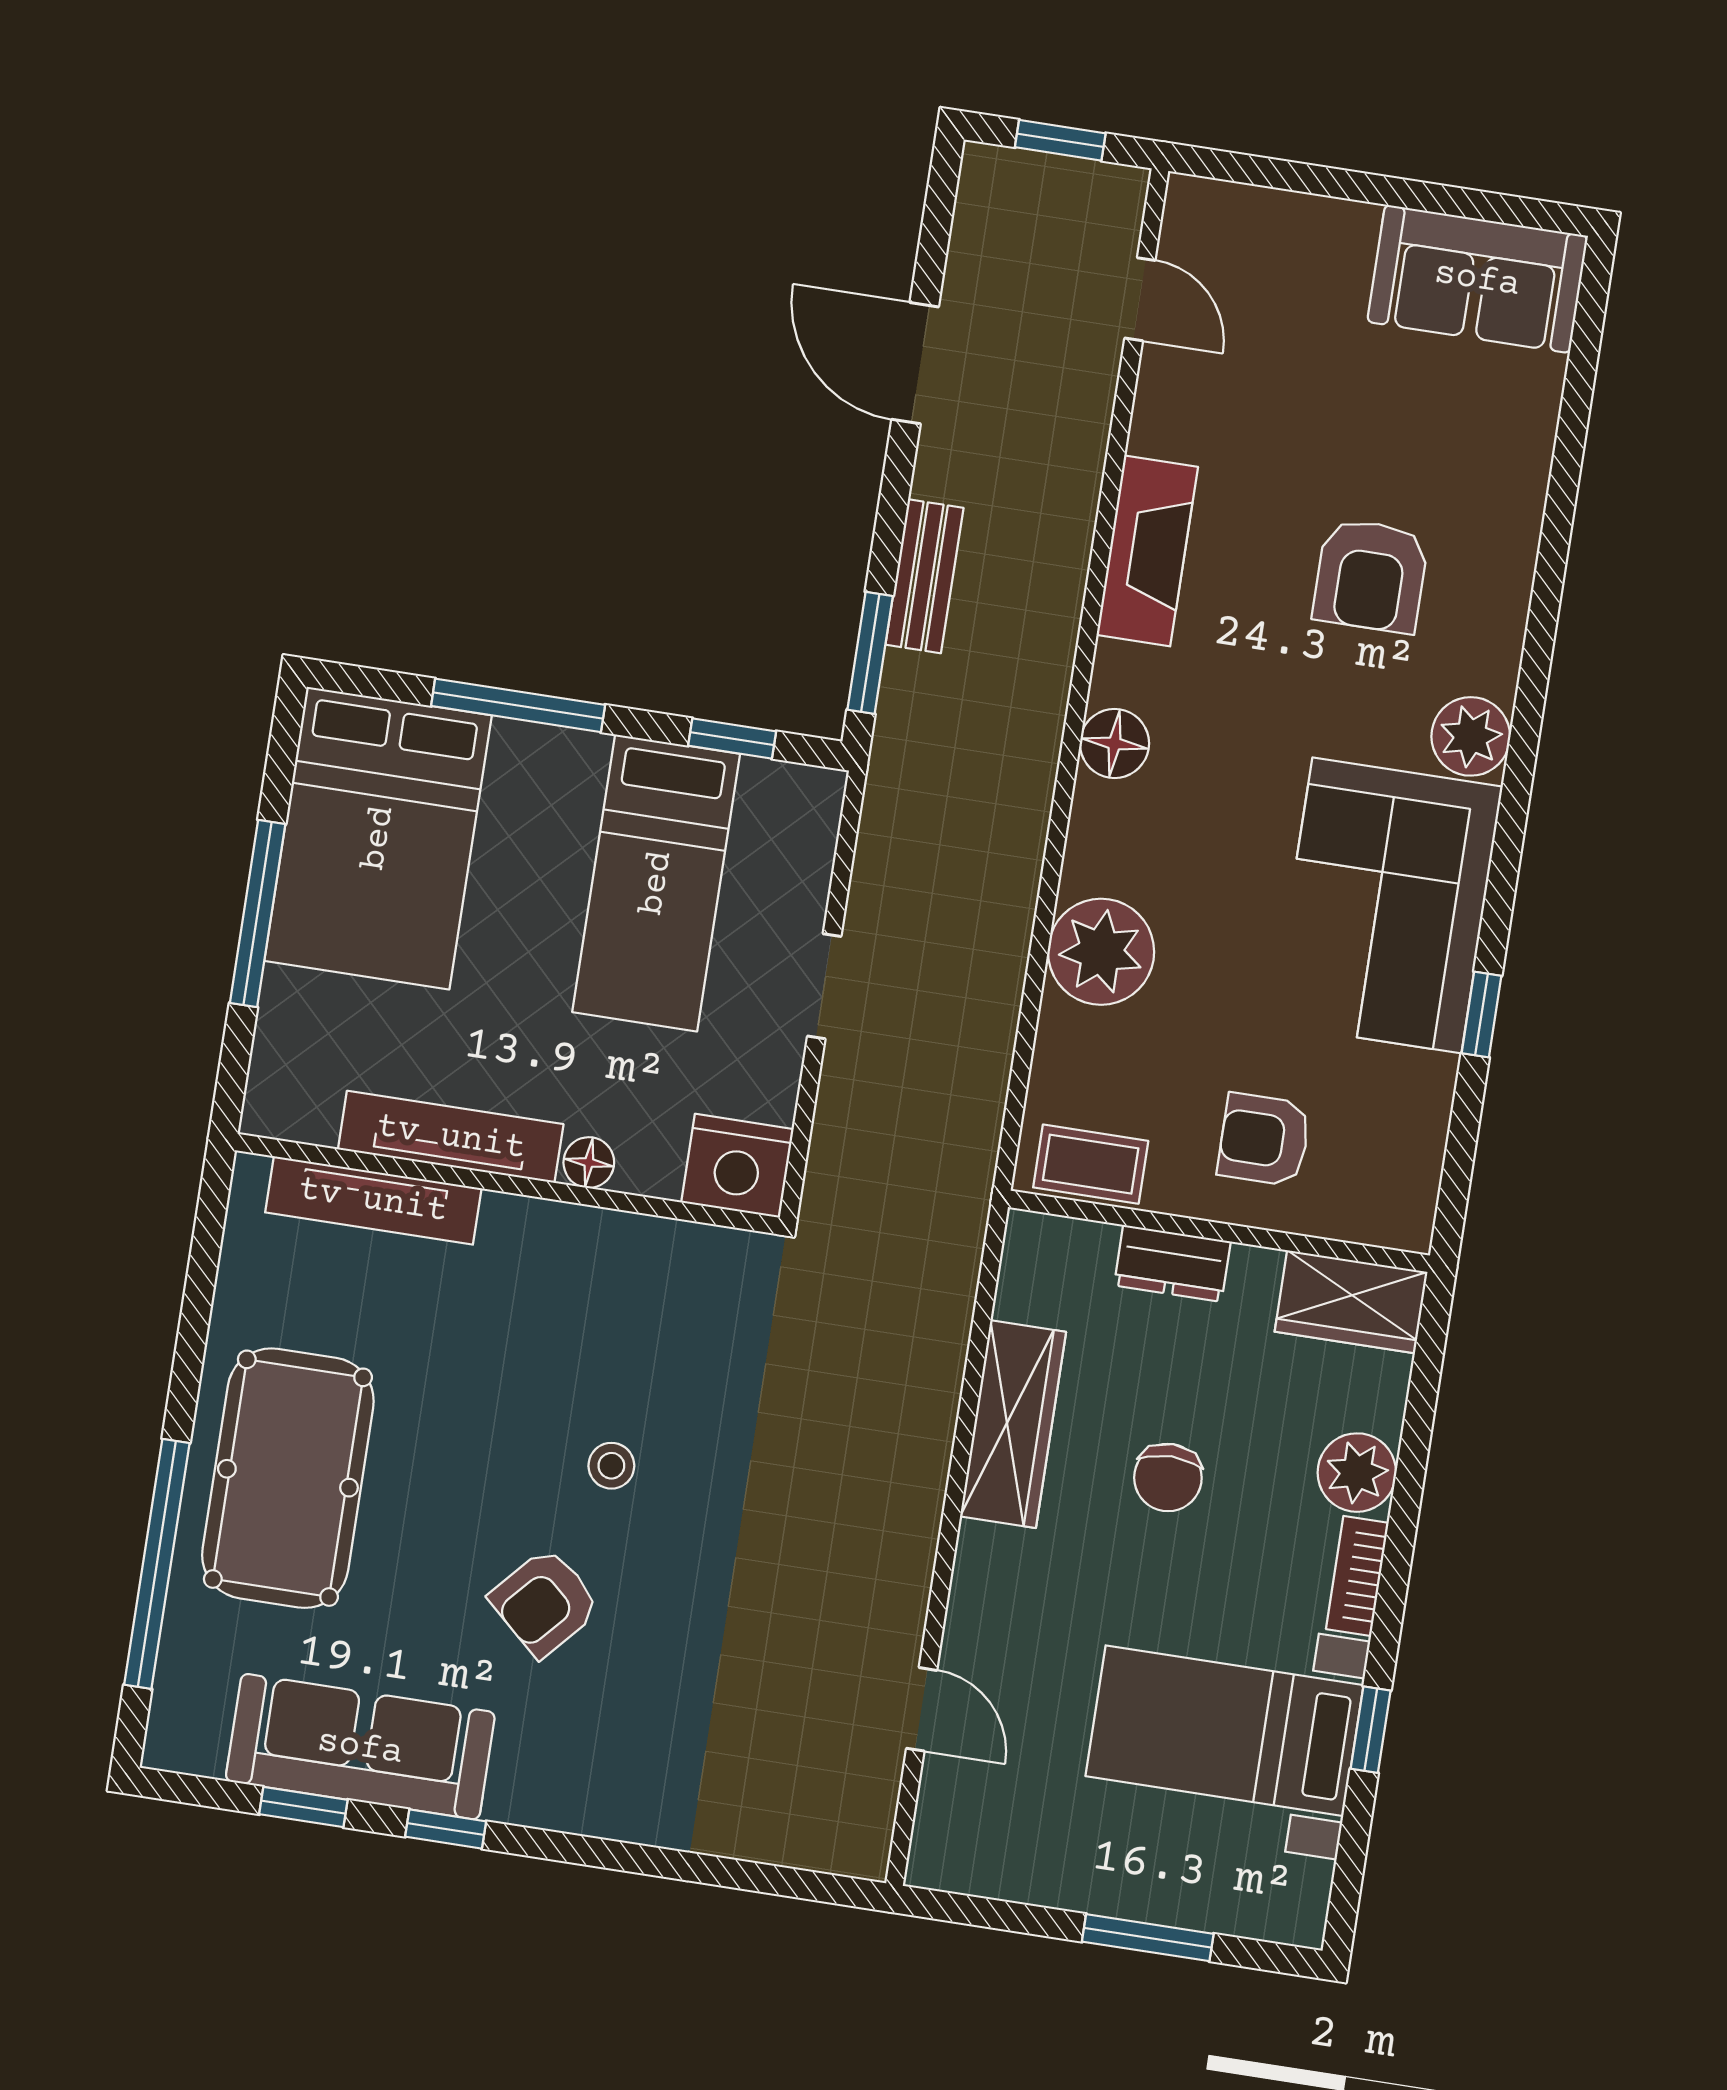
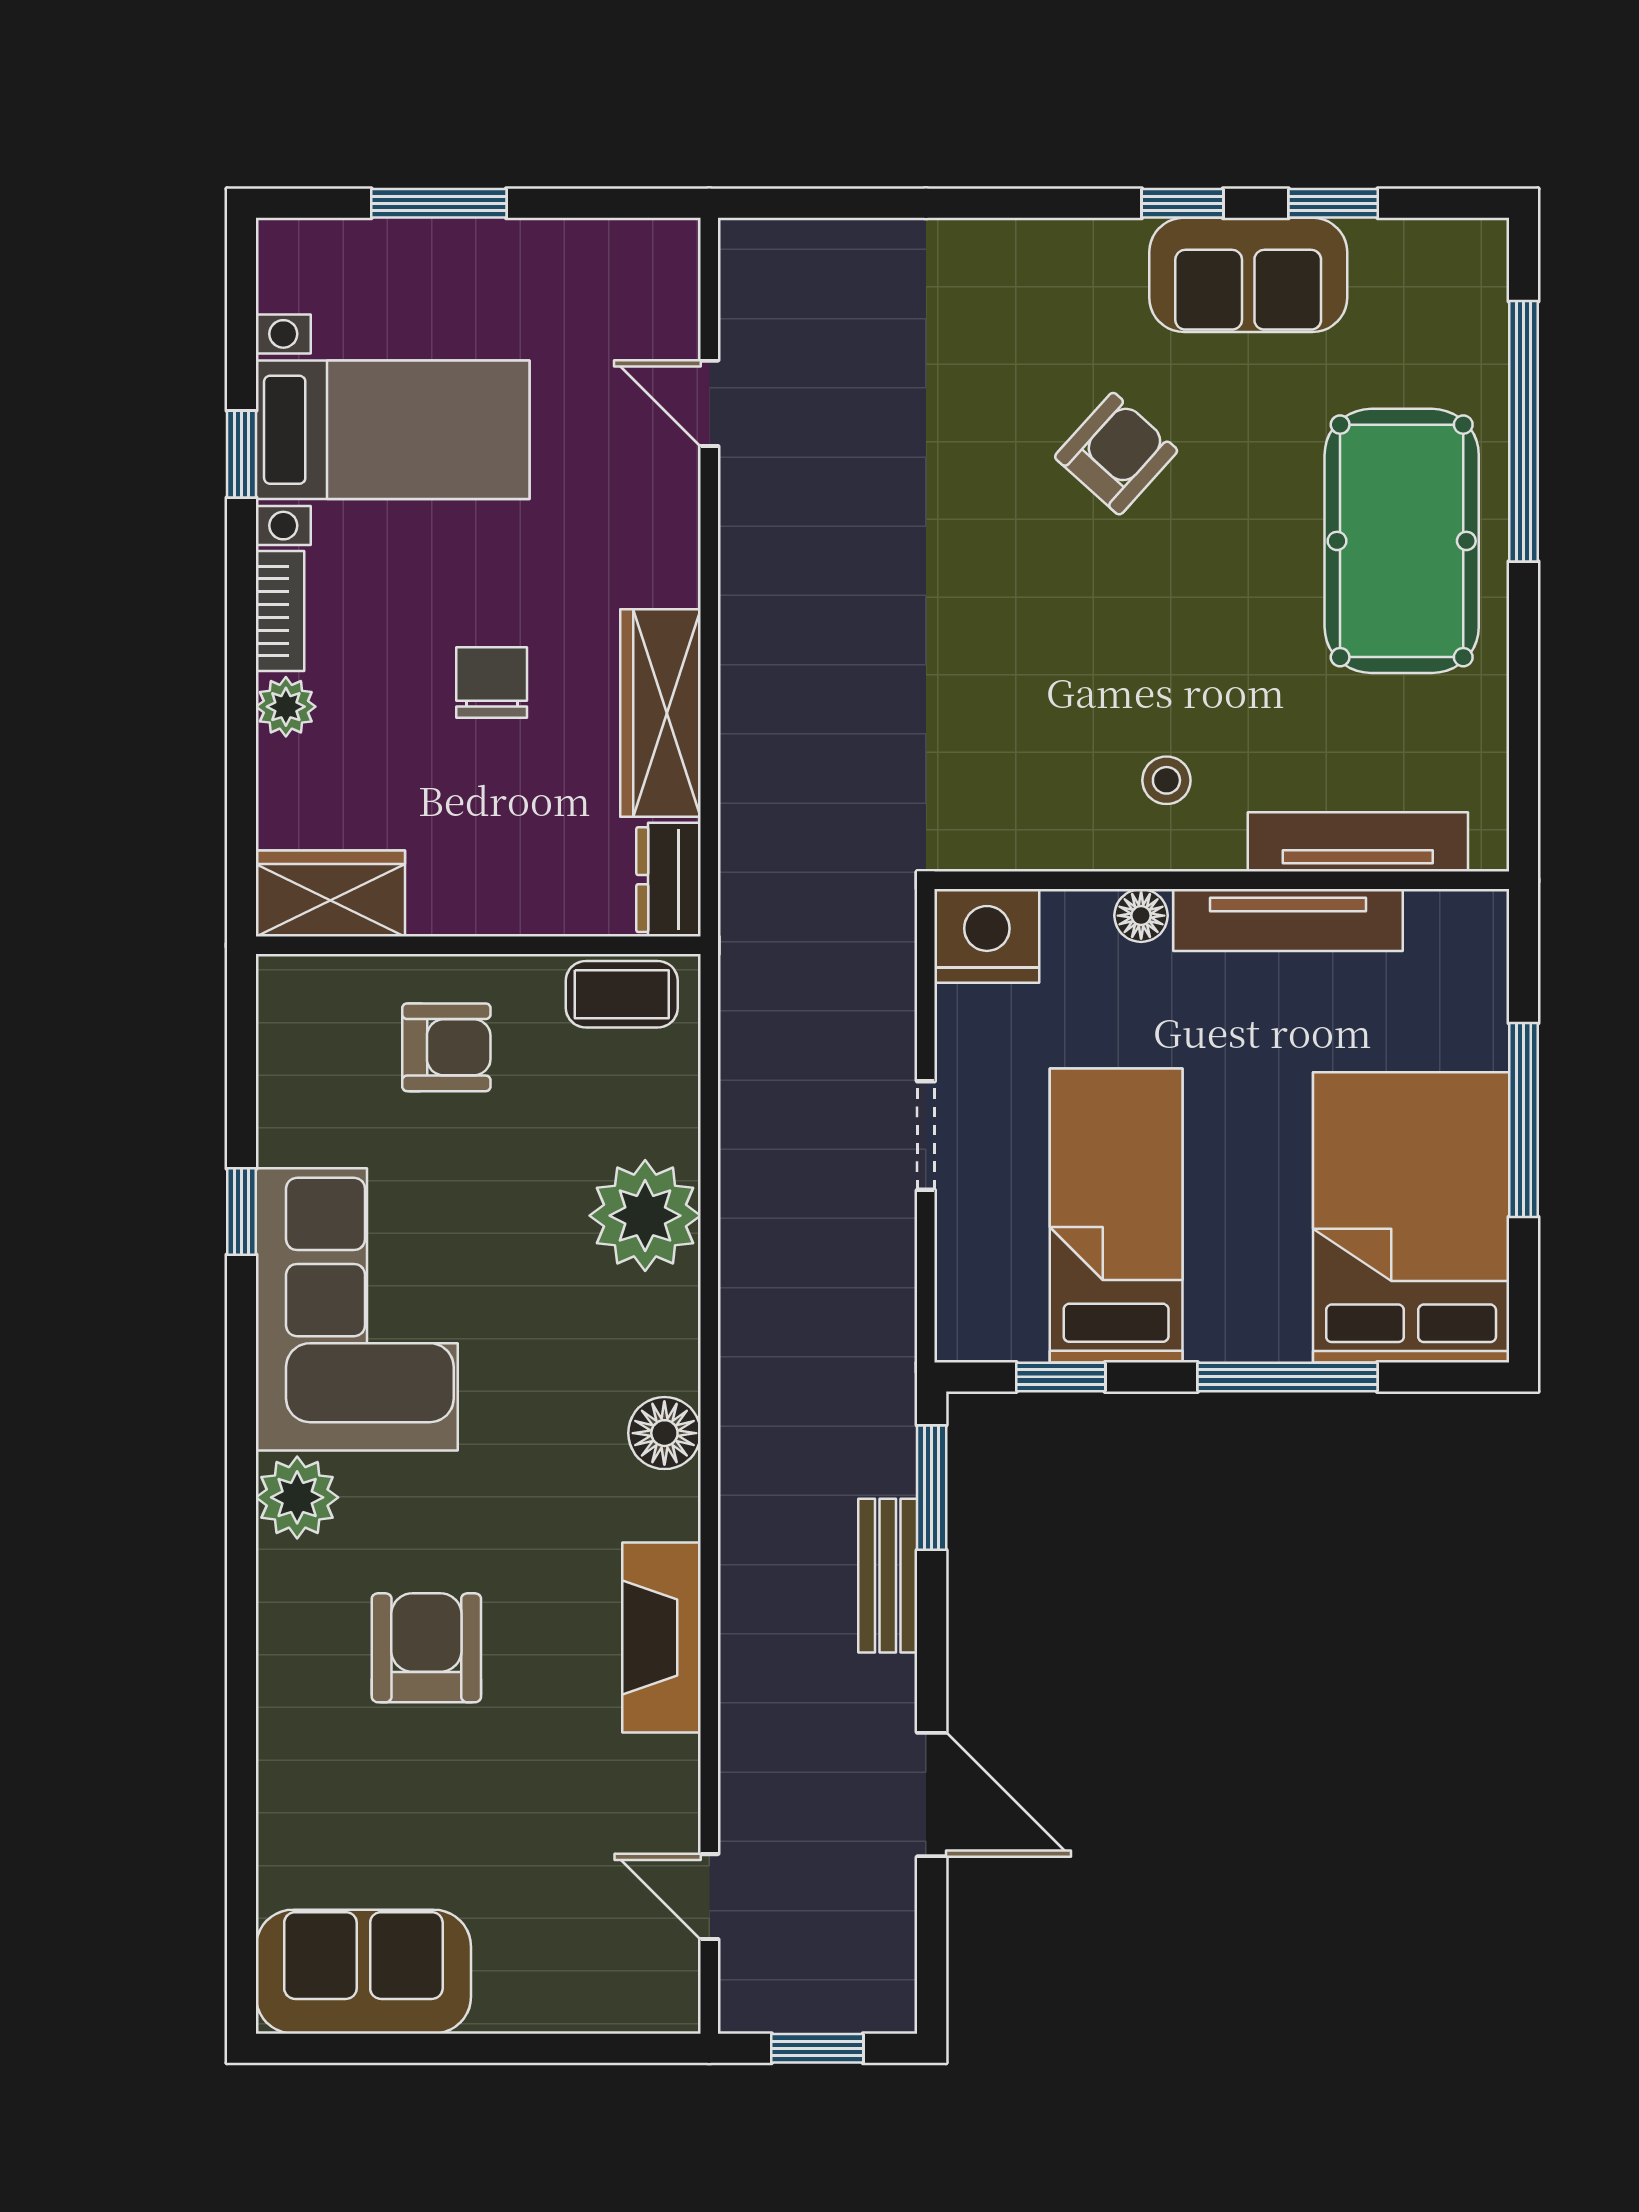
dresser: (1172, 1263) -> (669, 880), moved, turned -90
stool: (611, 1466) -> (1166, 780), moved
plant: (1357, 1473) -> (286, 707), width x0.73, depth x0.73
sofa: (360, 1747) -> (1248, 275), width x0.73

